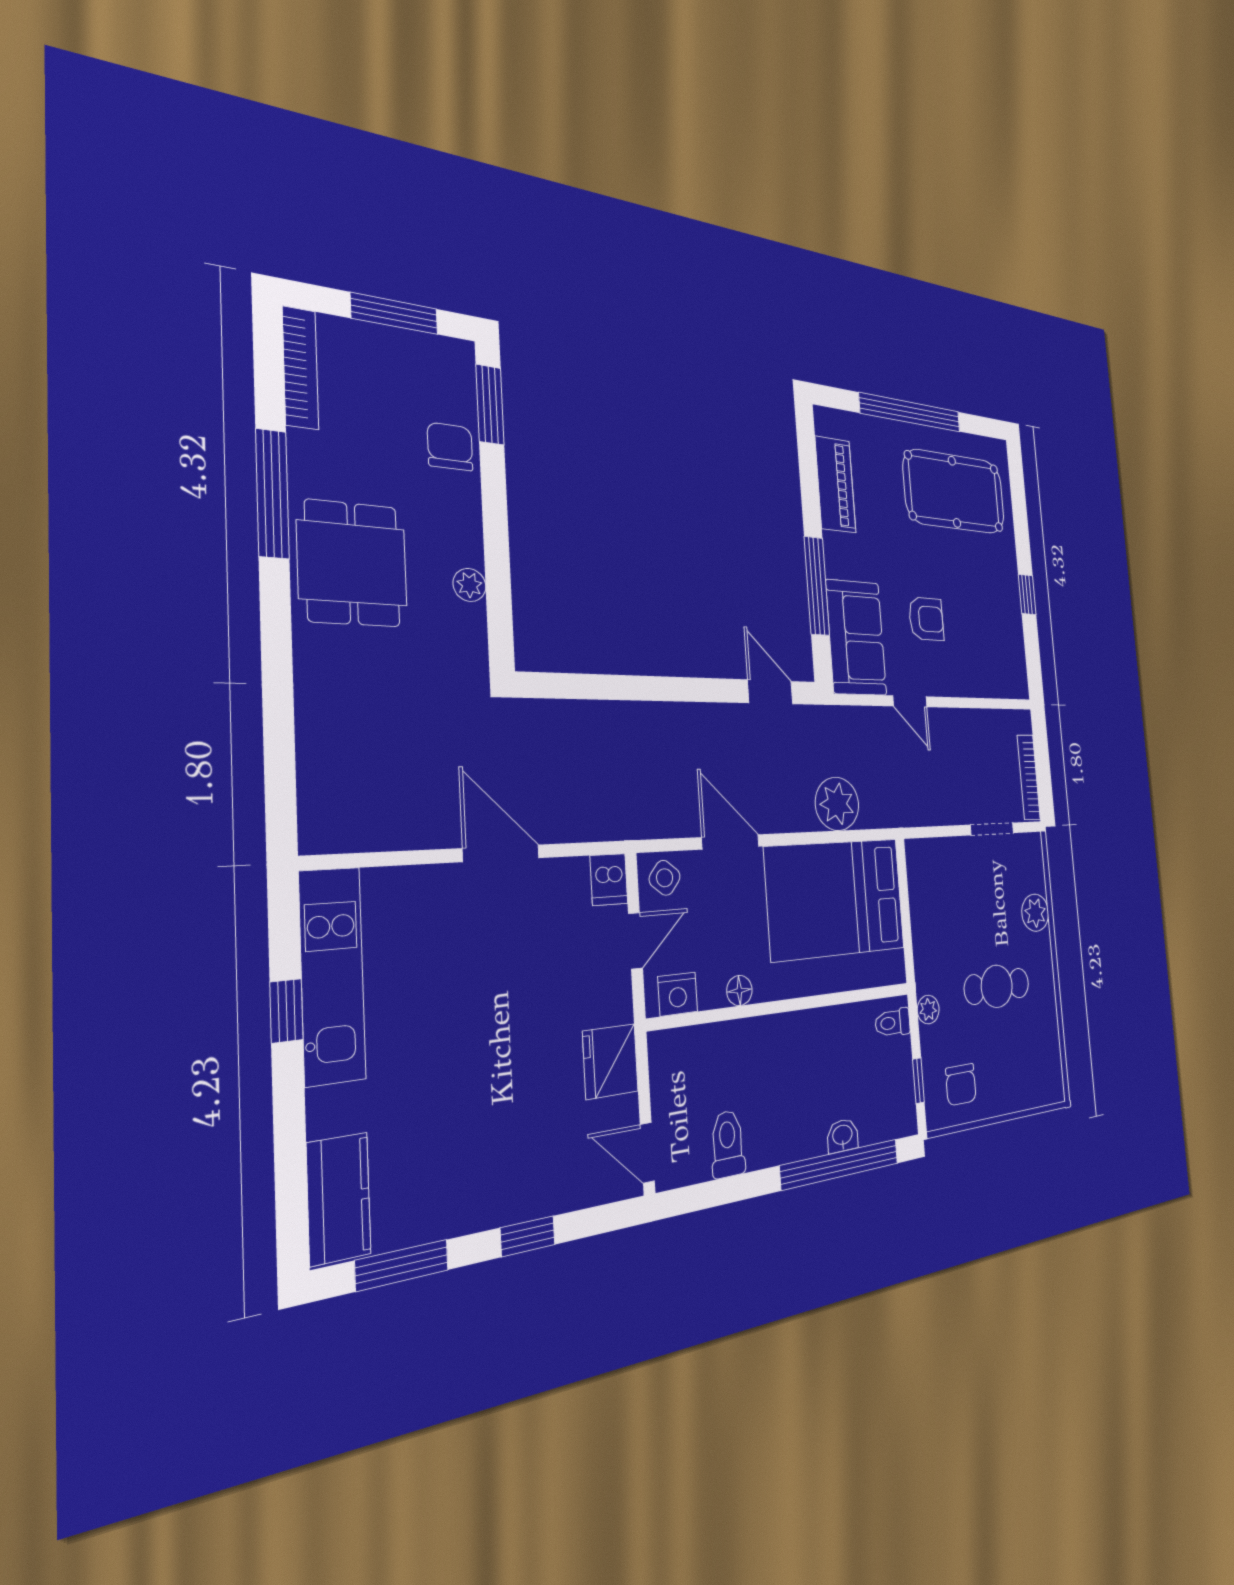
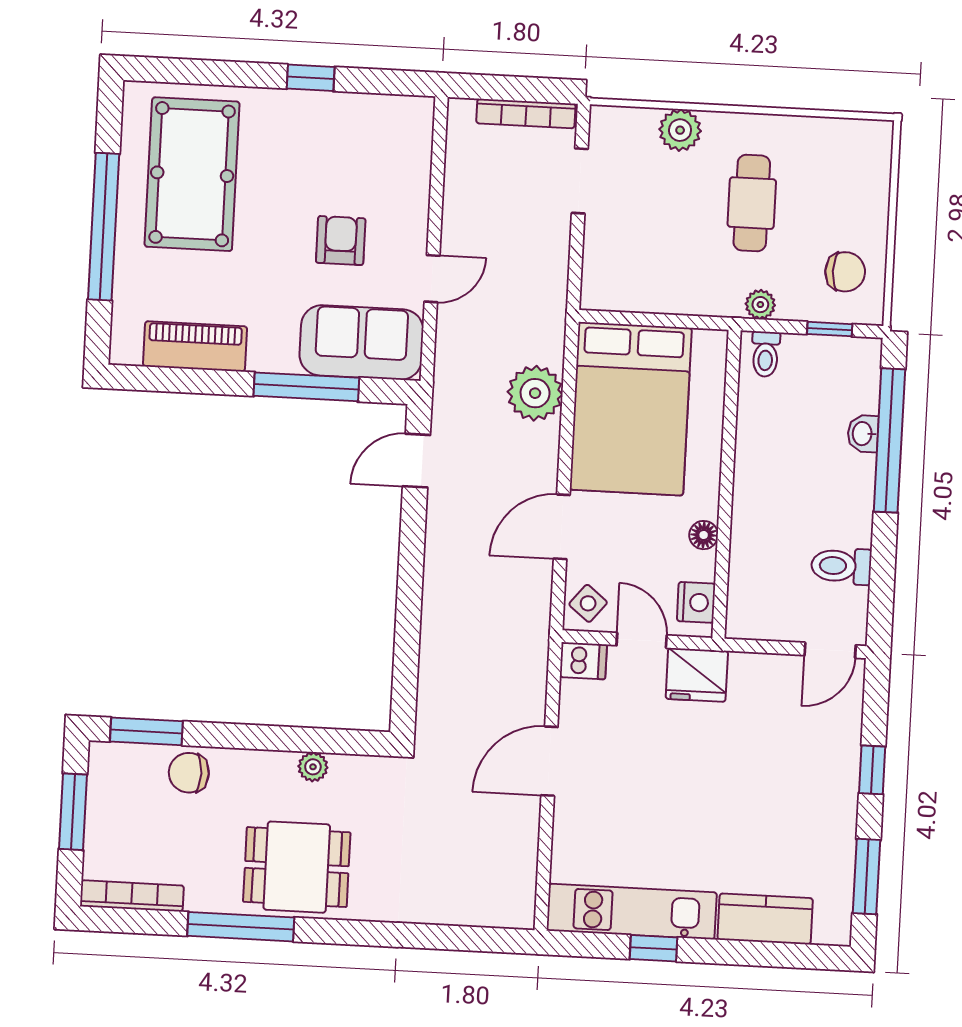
fridge: (610, 1061) -> (697, 675), moved
kitchen counter: (339, 1199) -> (765, 919), moved

